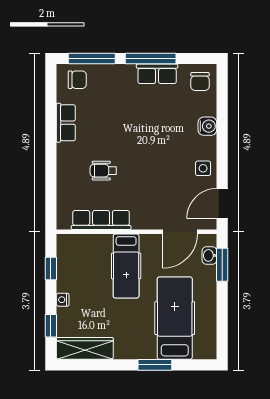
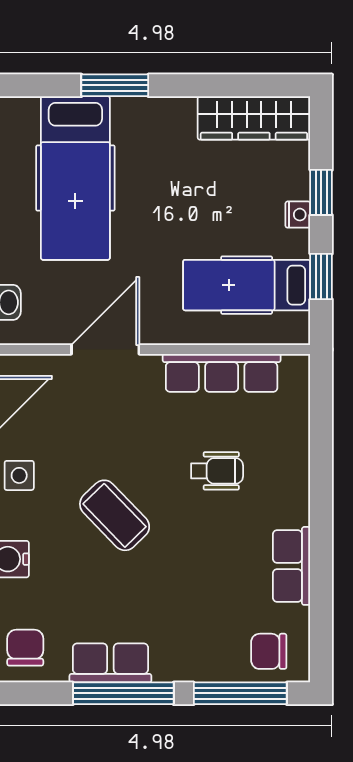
coffee table: (155, 148) -> (115, 515), added
door: (180, 232) -> (105, 349), moved
hospital bed: (126, 266) -> (247, 285), moved, turned -90
window: (51, 326) -> (321, 192), moved

